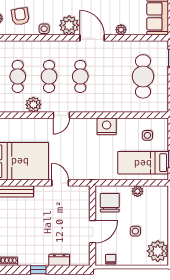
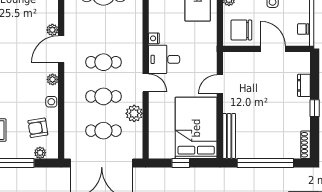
plant: (69, 25) -> (53, 79), width x0.53, depth x0.53
plant: (121, 30) -> (52, 30), moved
nightstand: (107, 126) -> (154, 38), width x0.53, depth x0.56
desk: (83, 132) -> (164, 59), added

